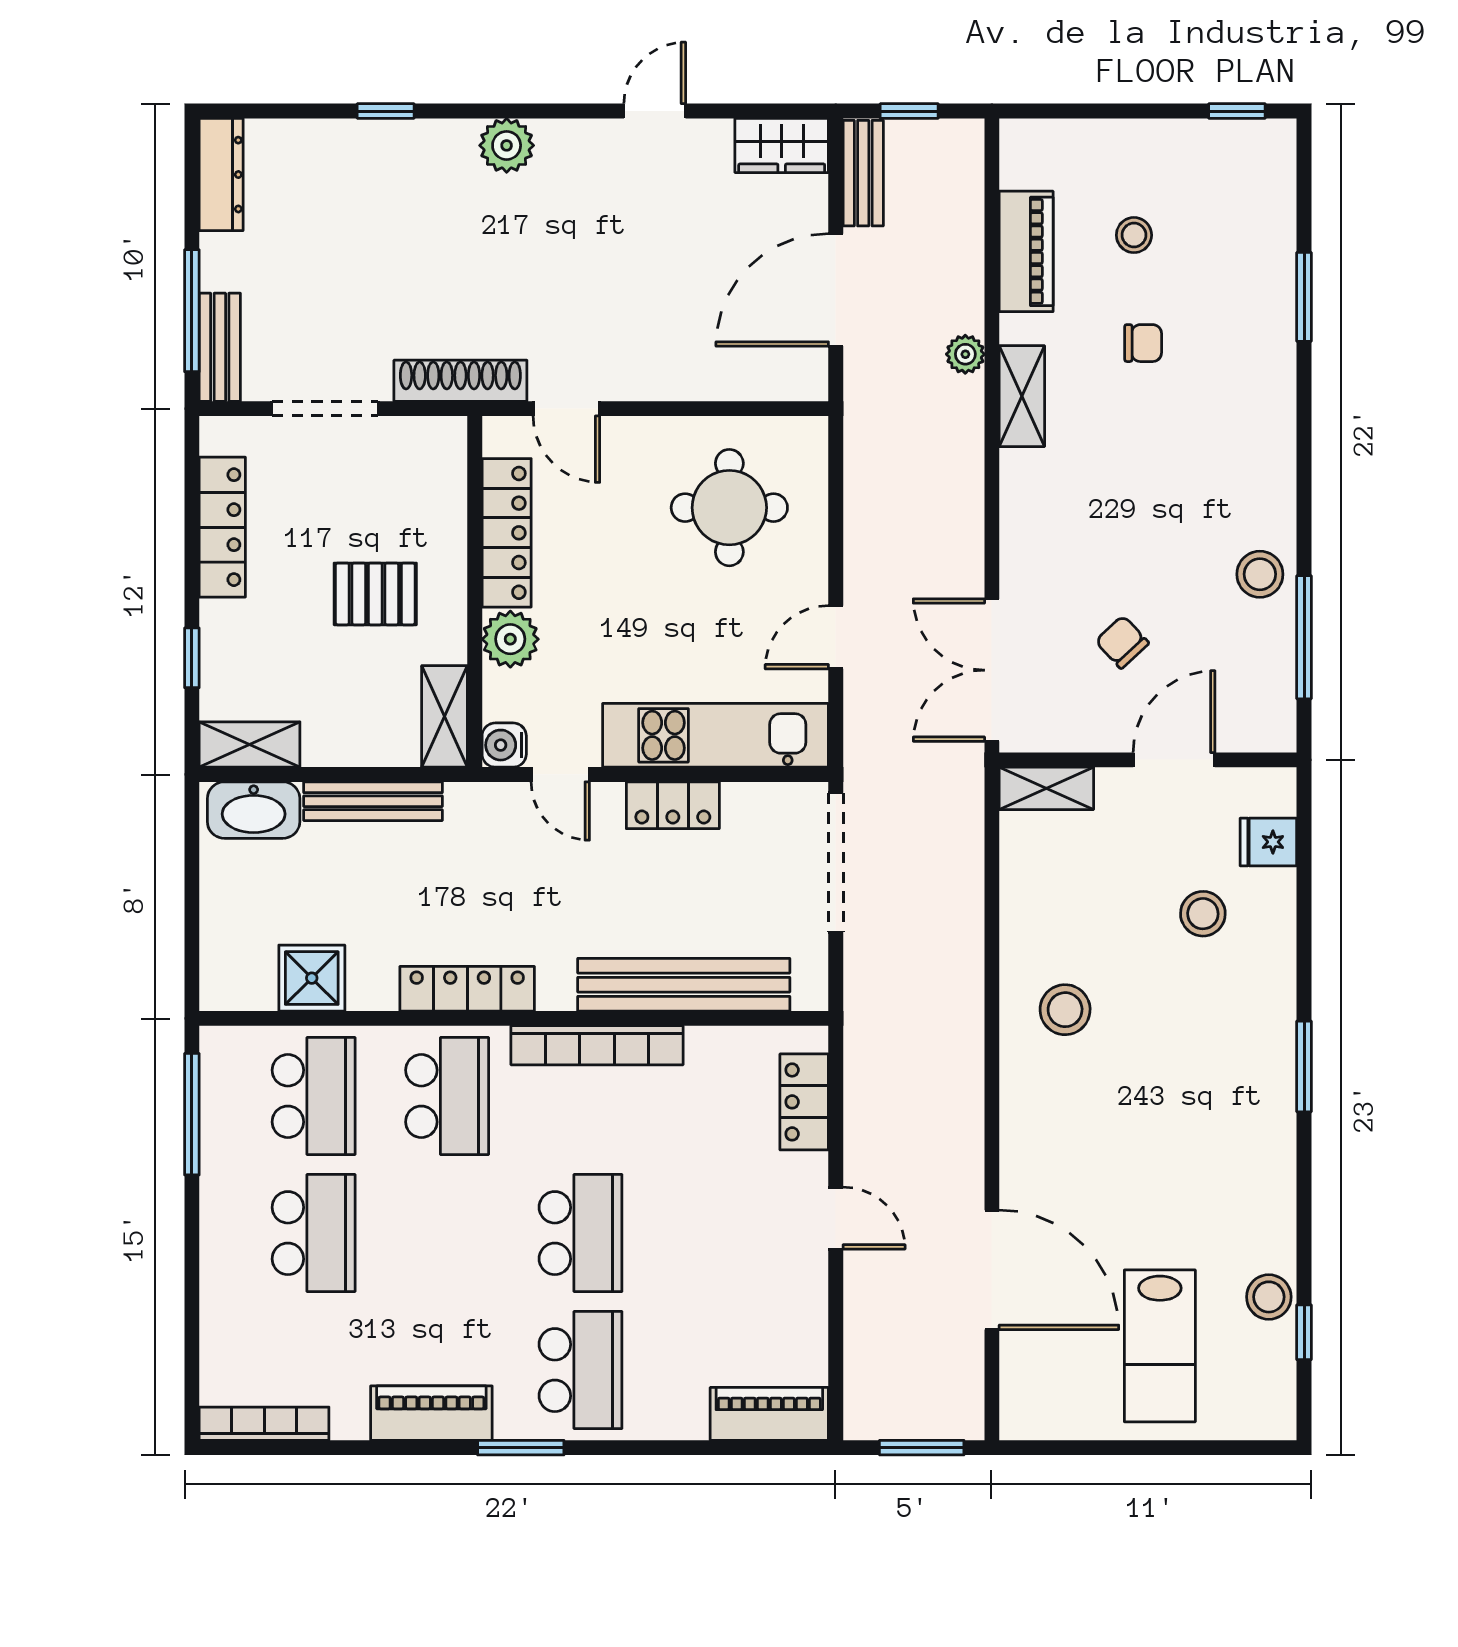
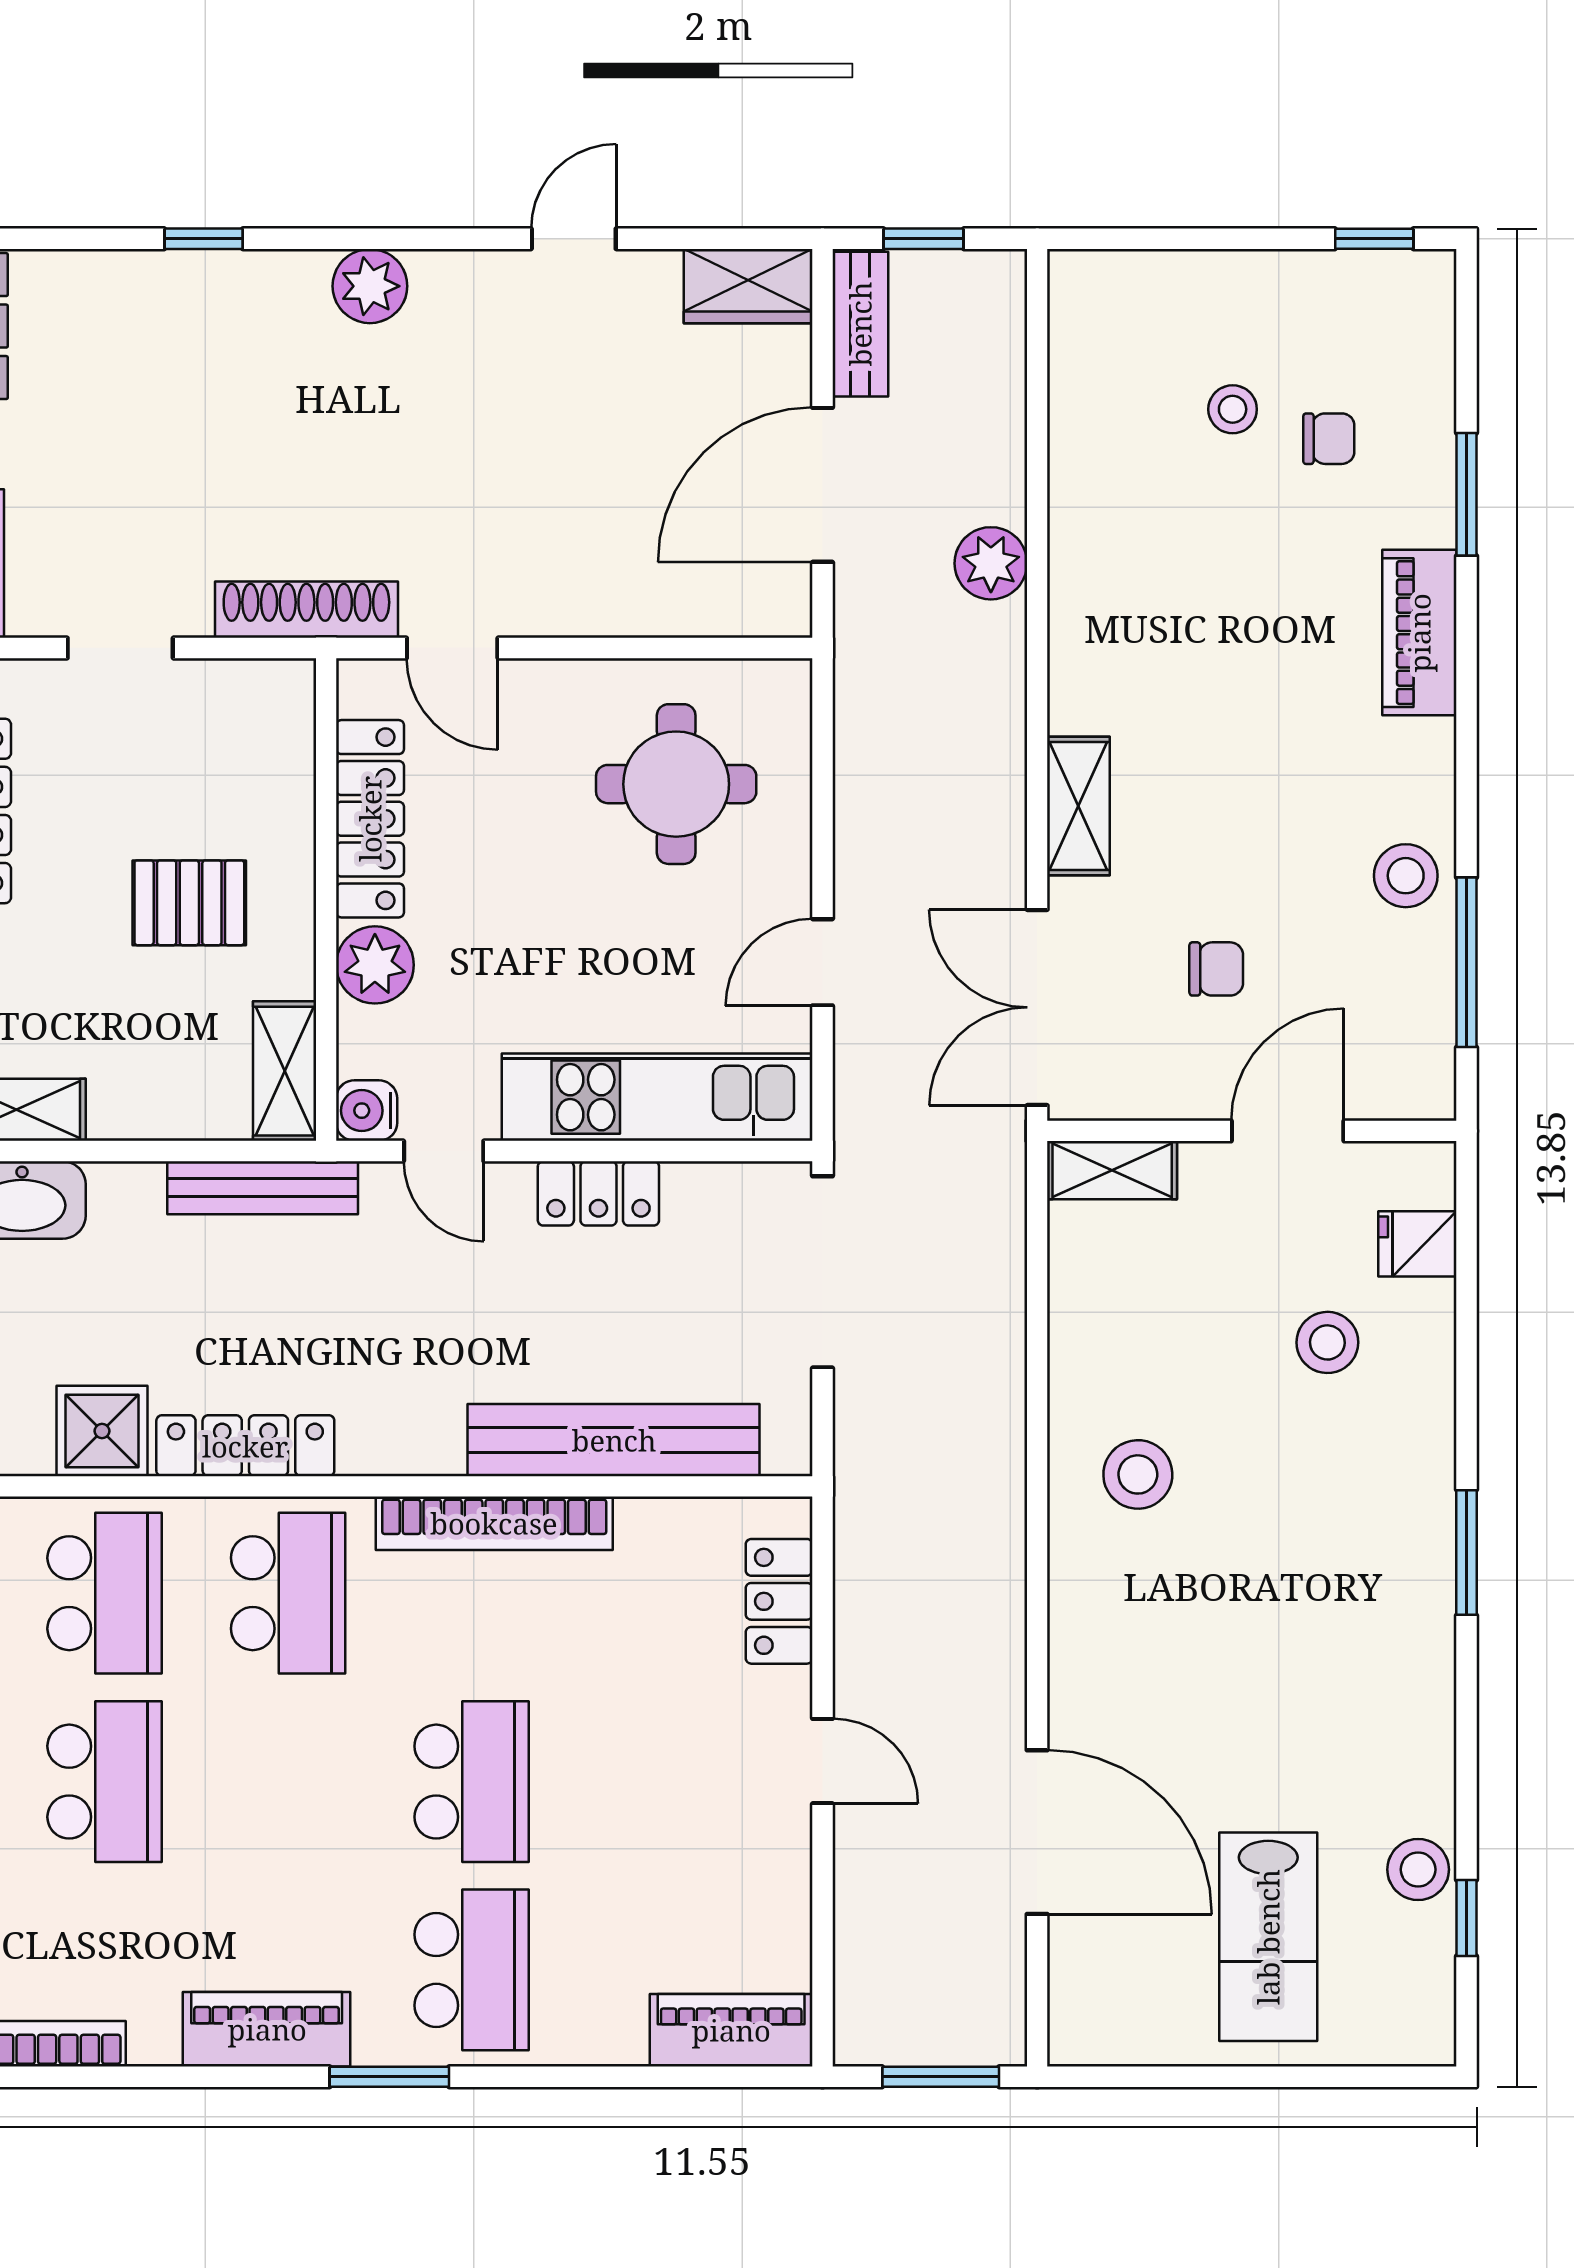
piano: (1026, 251) -> (1419, 633), moved, turned 180
chair: (1143, 343) -> (1329, 439), moved
plant: (965, 354) -> (991, 563), width x1.38, depth x1.38
shelving: (1022, 396) -> (1078, 806), moved
doorway: (325, 409) -> (120, 648), width x0.73
chair: (1122, 642) -> (1216, 969), turned 133
bench: (373, 801) -> (263, 1188), moved
locker: (467, 989) -> (245, 1446), moved

